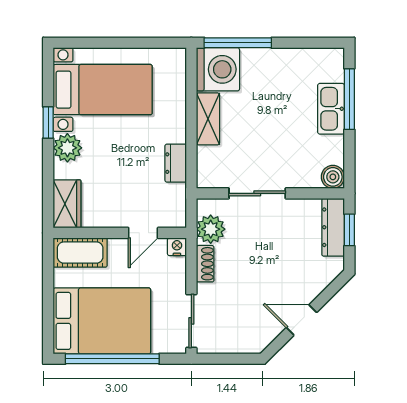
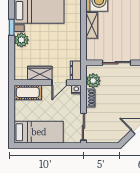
dresser: (176, 163) -> (76, 71), moved
wardrobe: (67, 204) -> (40, 73), moved, turned -90
bed: (102, 321) -> (39, 132), width x0.67
window: (112, 359) -> (44, 146), removed

